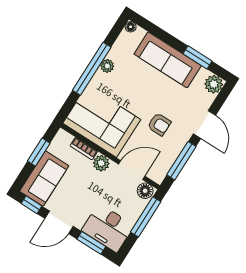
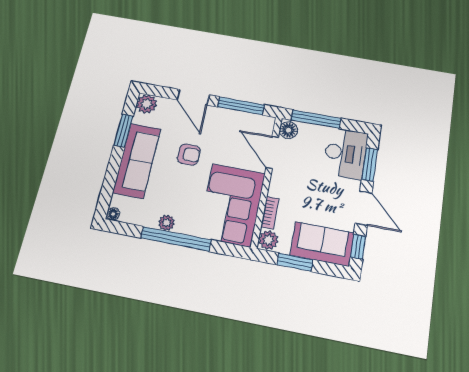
armchair: (159, 124) -> (189, 155), moved, turned 90
door: (204, 124) -> (193, 97), swing flipped
plant: (101, 163) -> (268, 240), moved

